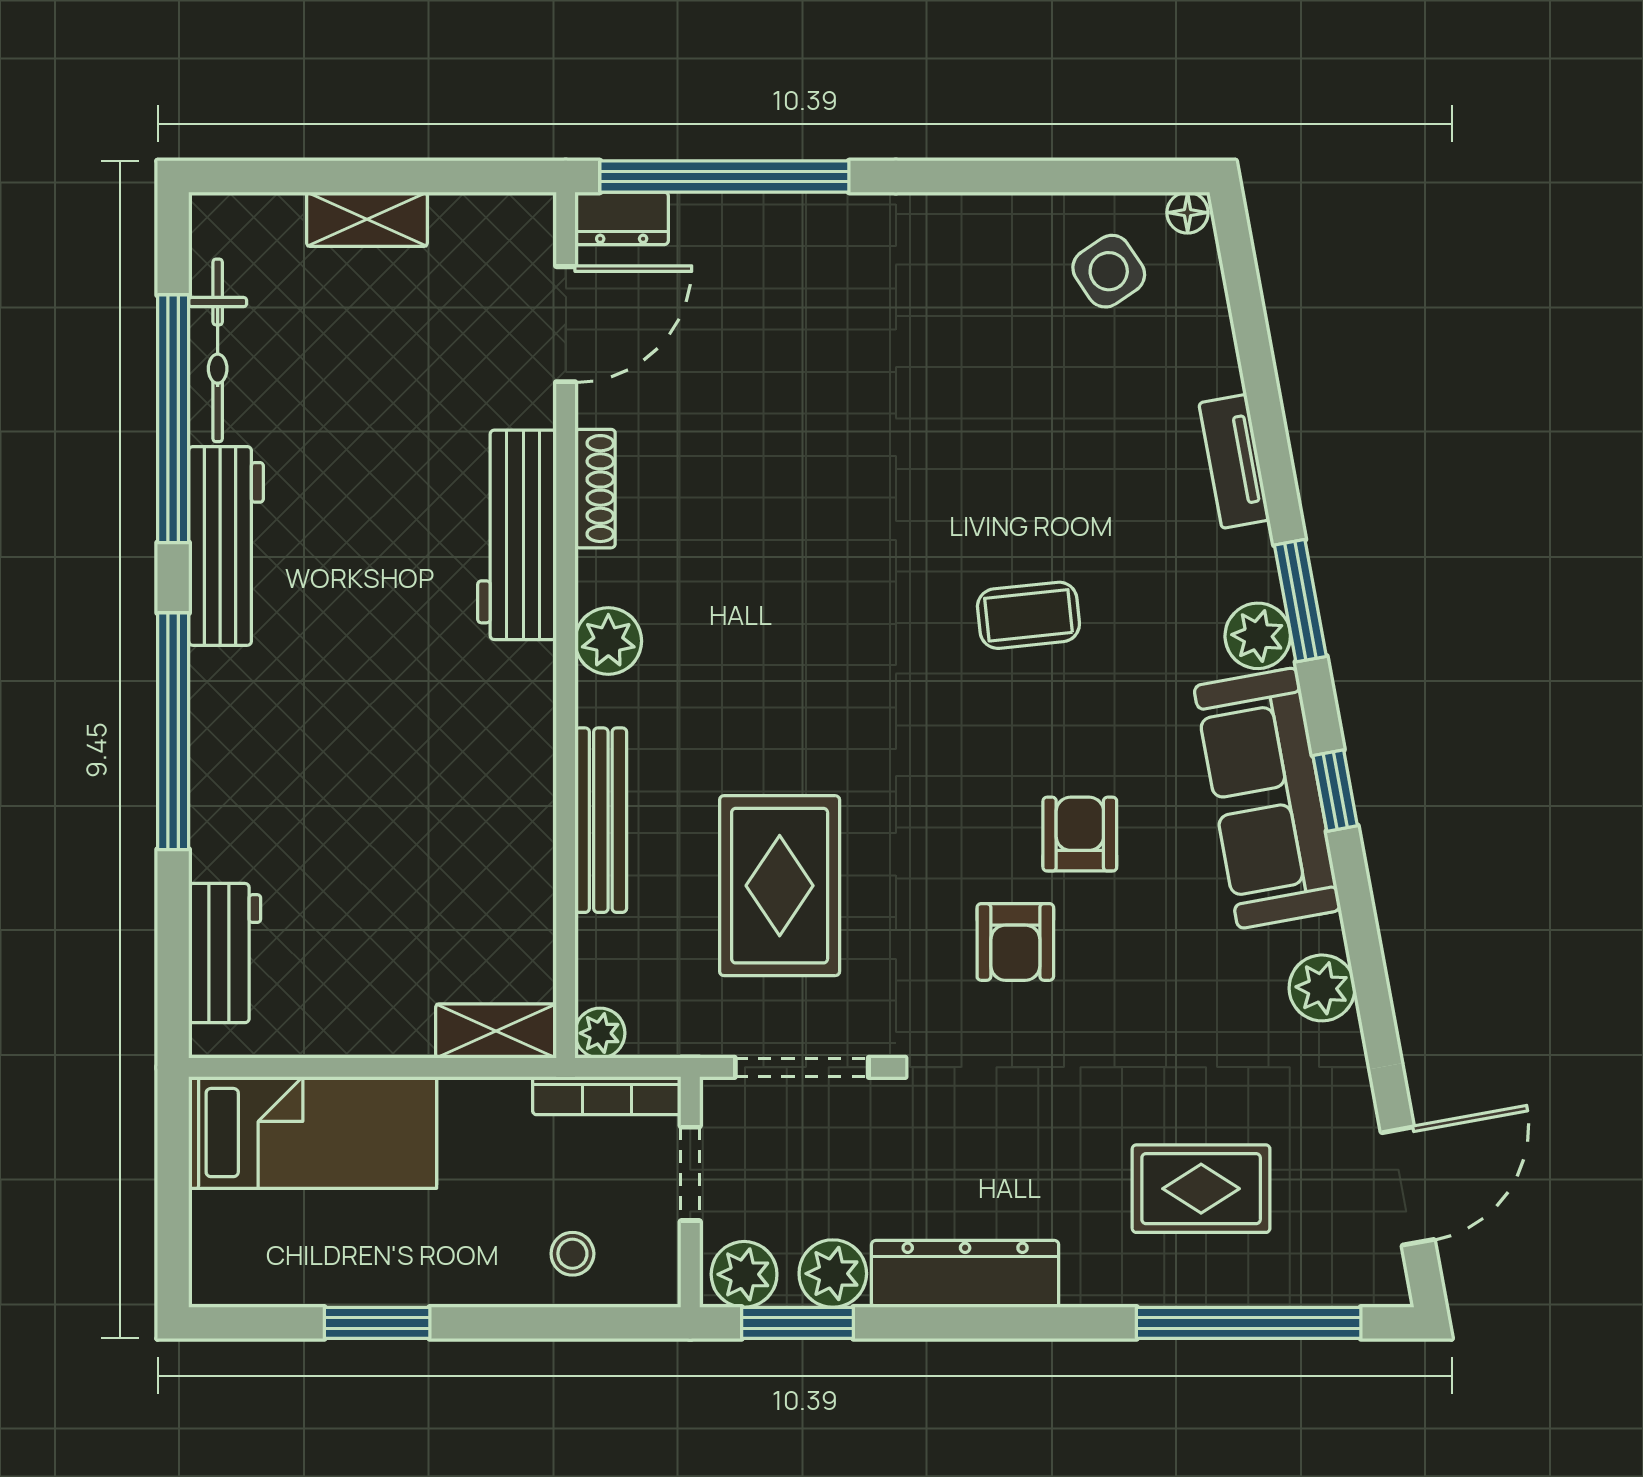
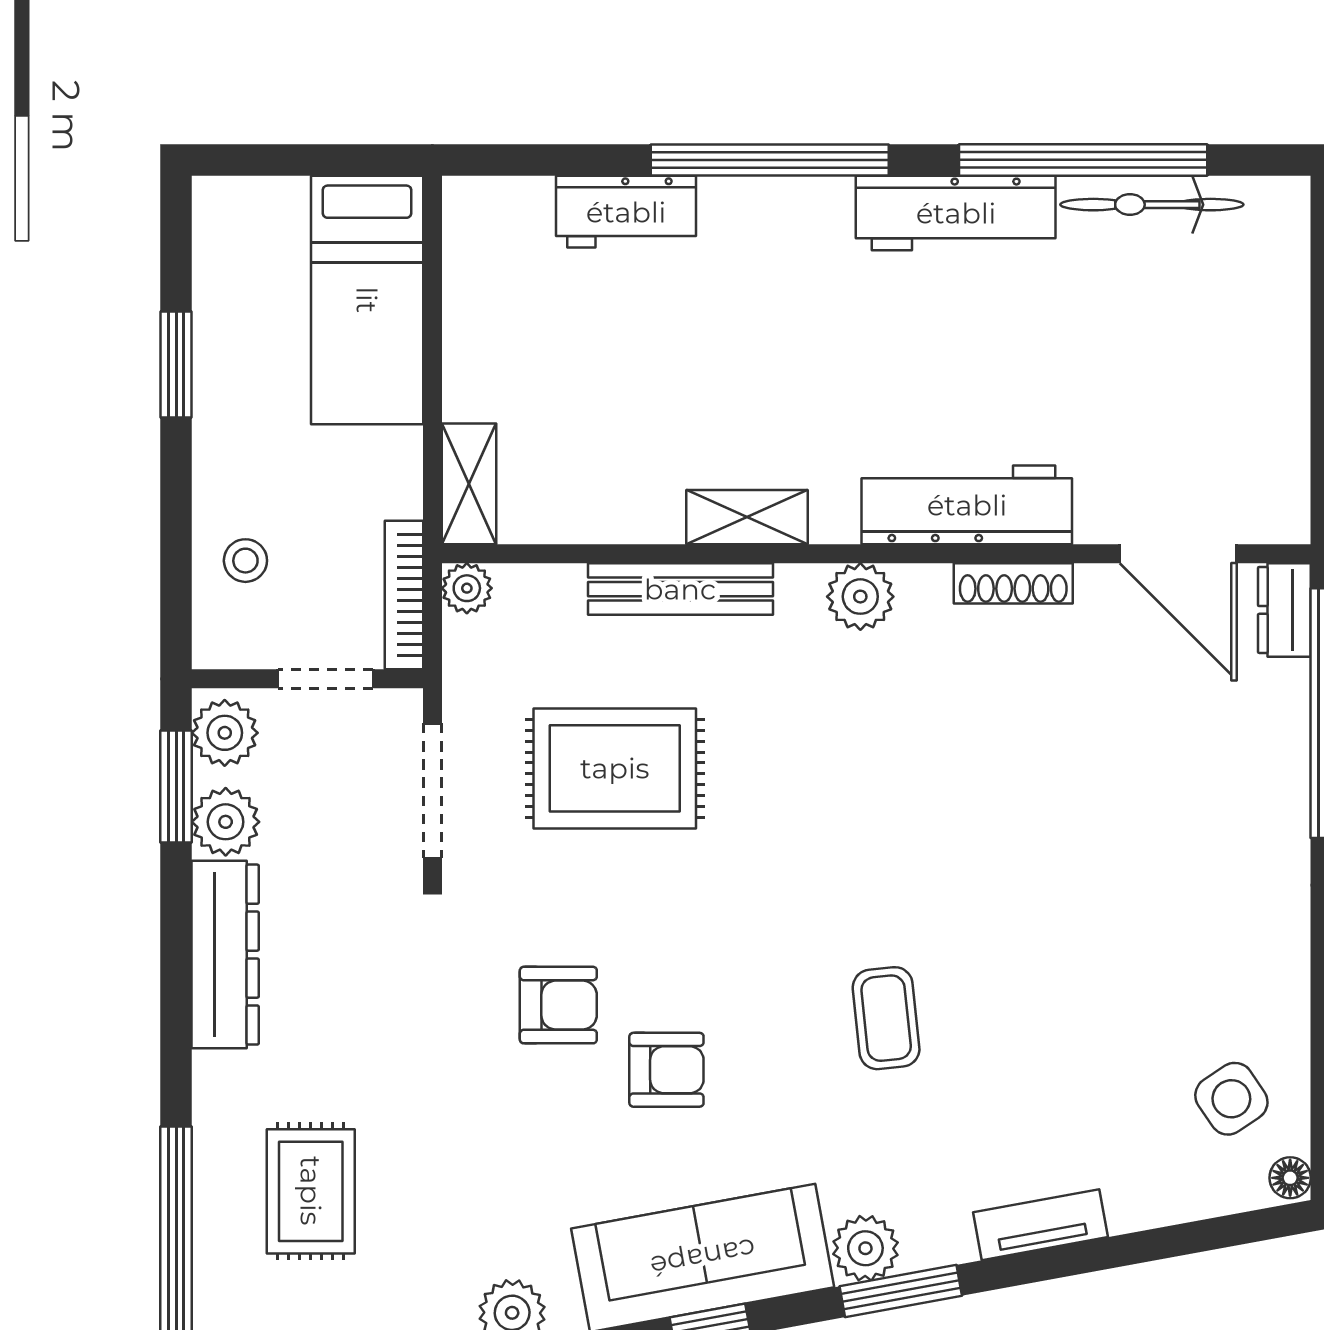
shelving: (367, 219) -> (747, 517), moved, turned 90
armchair: (1015, 942) -> (558, 1005), turned 180
workbench: (225, 953) -> (626, 212), moved

